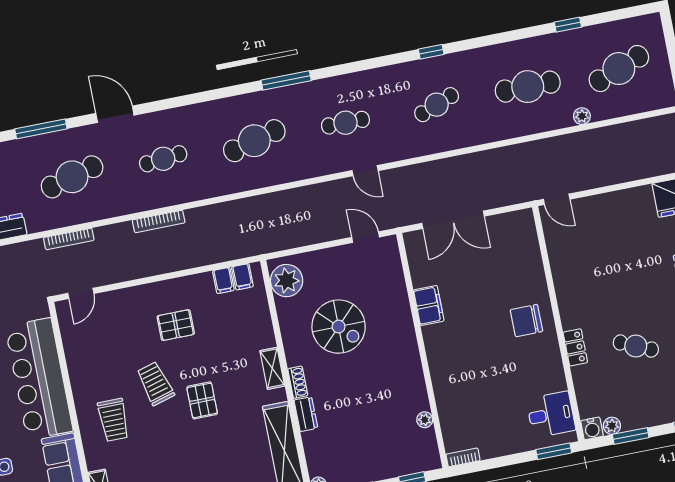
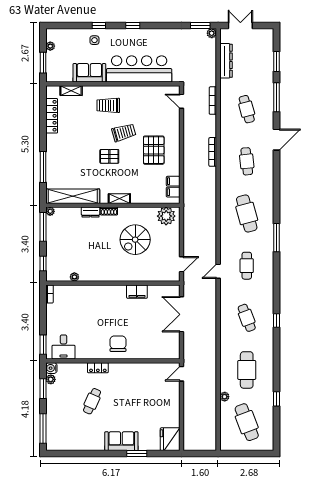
cafe table: (72, 177) -> (247, 109), width x0.73, depth x0.74
pallet: (176, 325) -> (154, 150), width x1.50, depth x1.42

